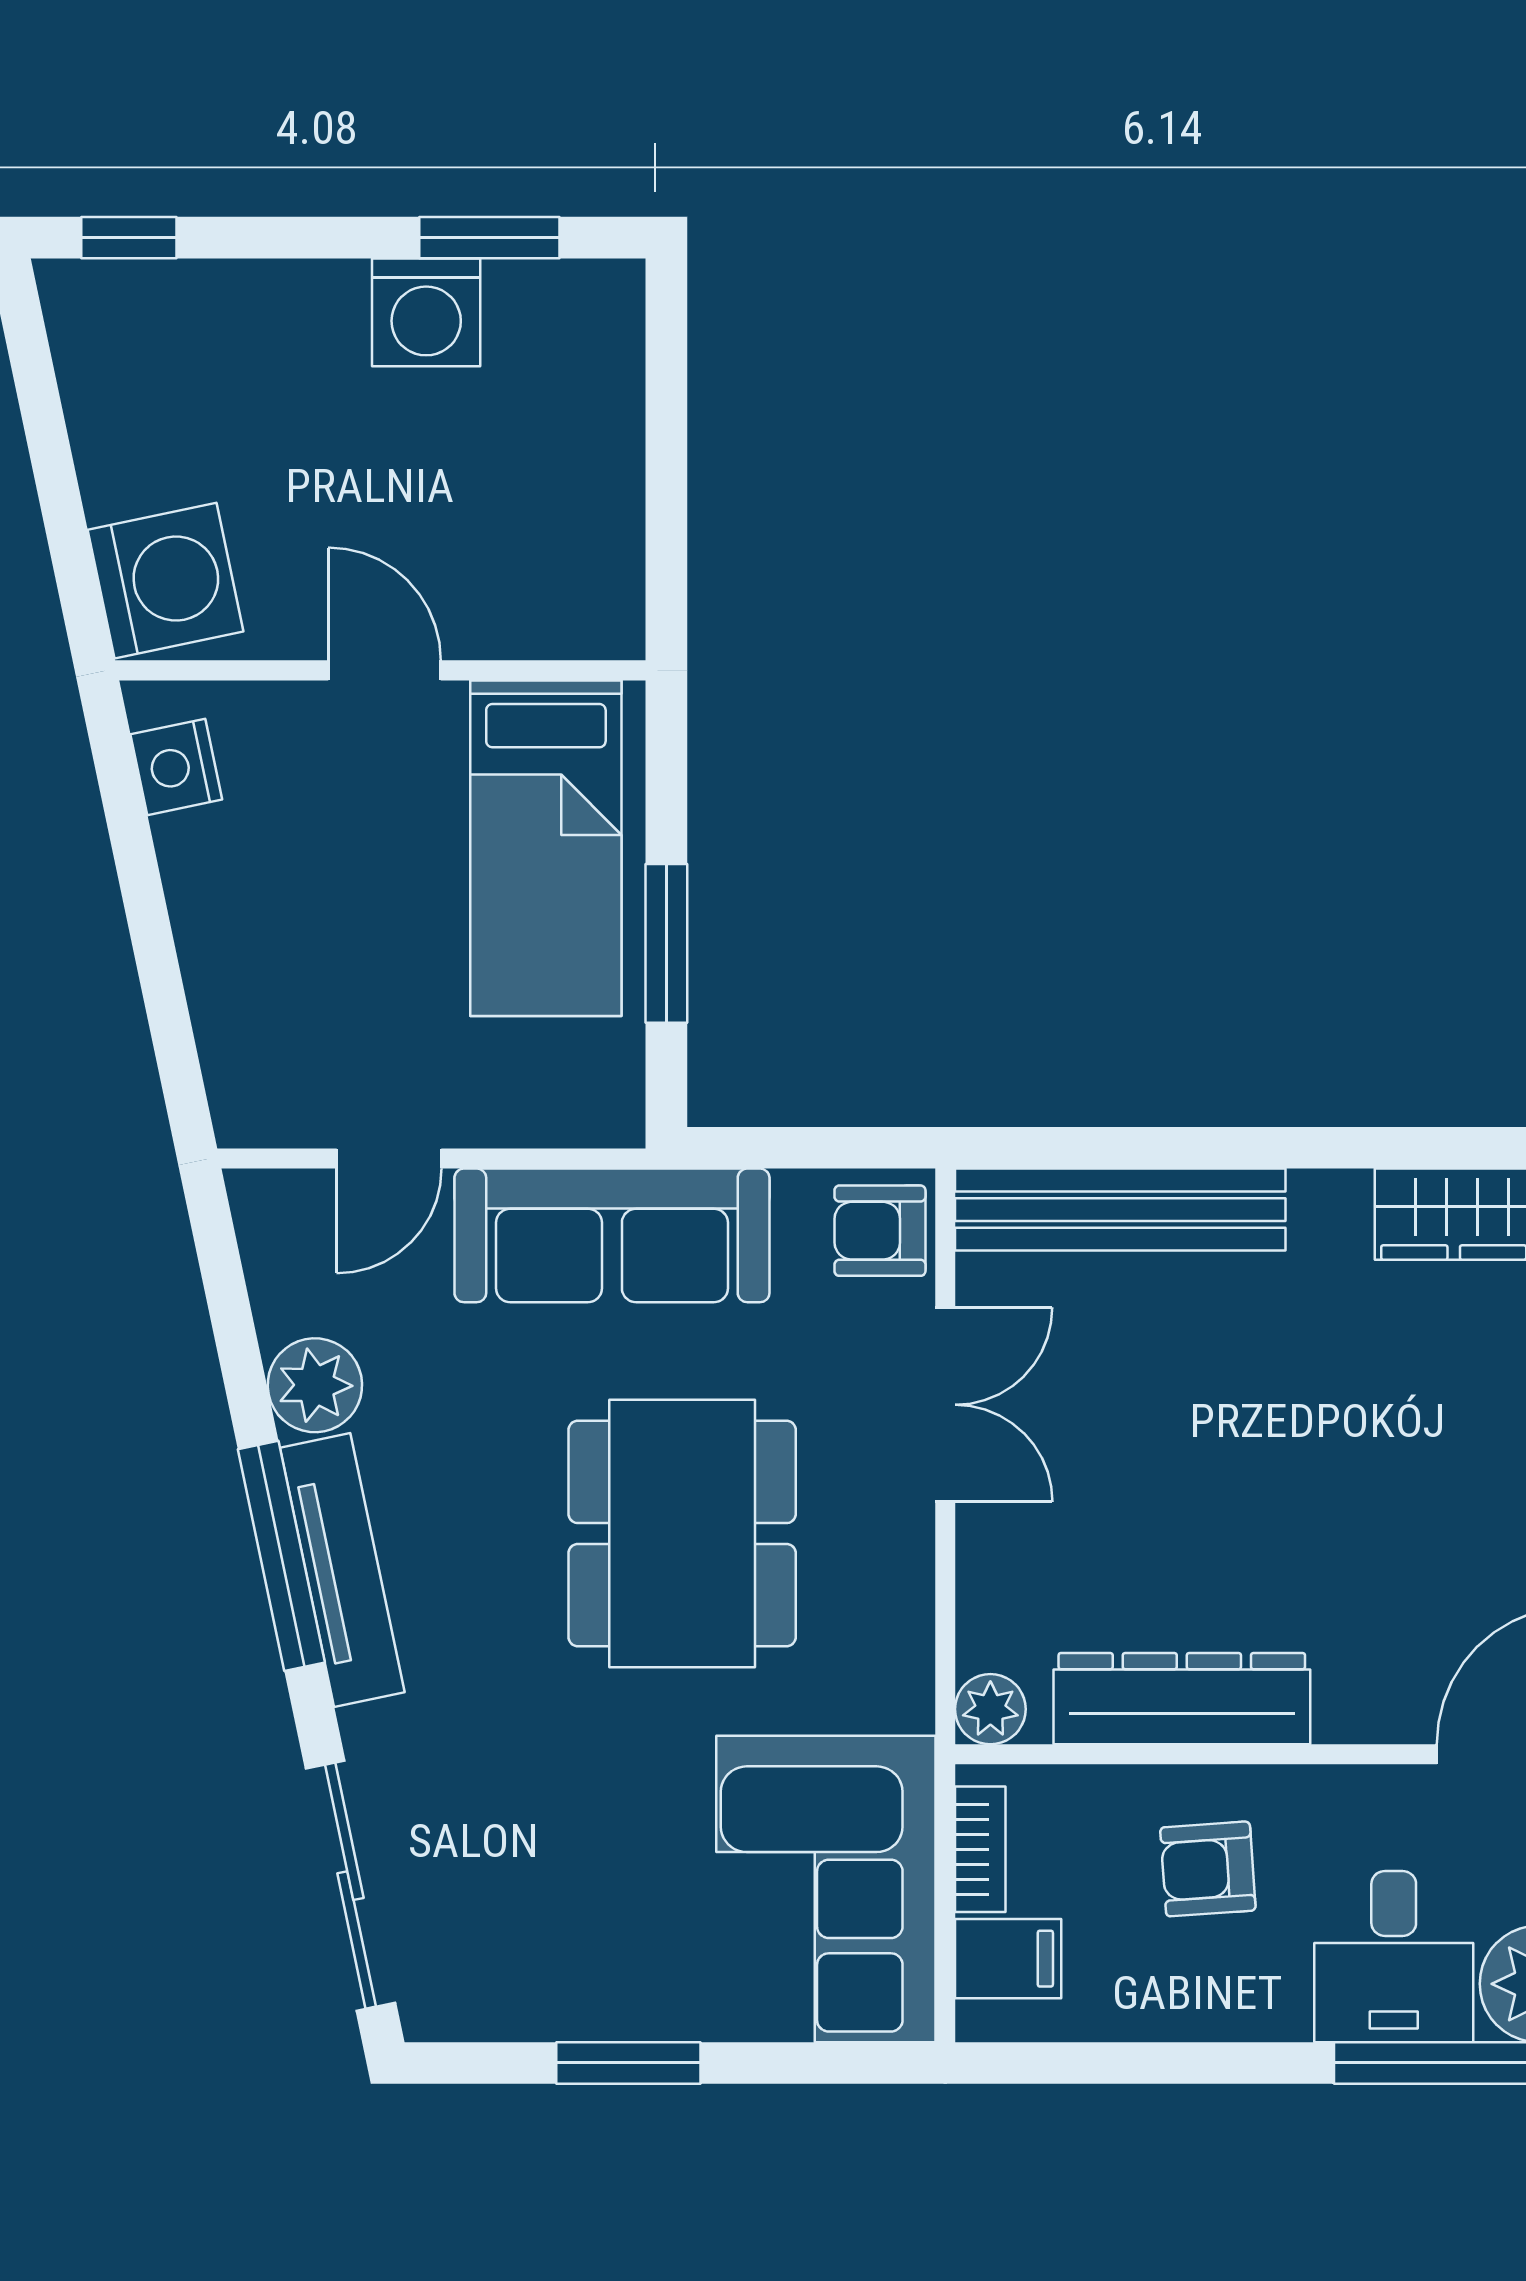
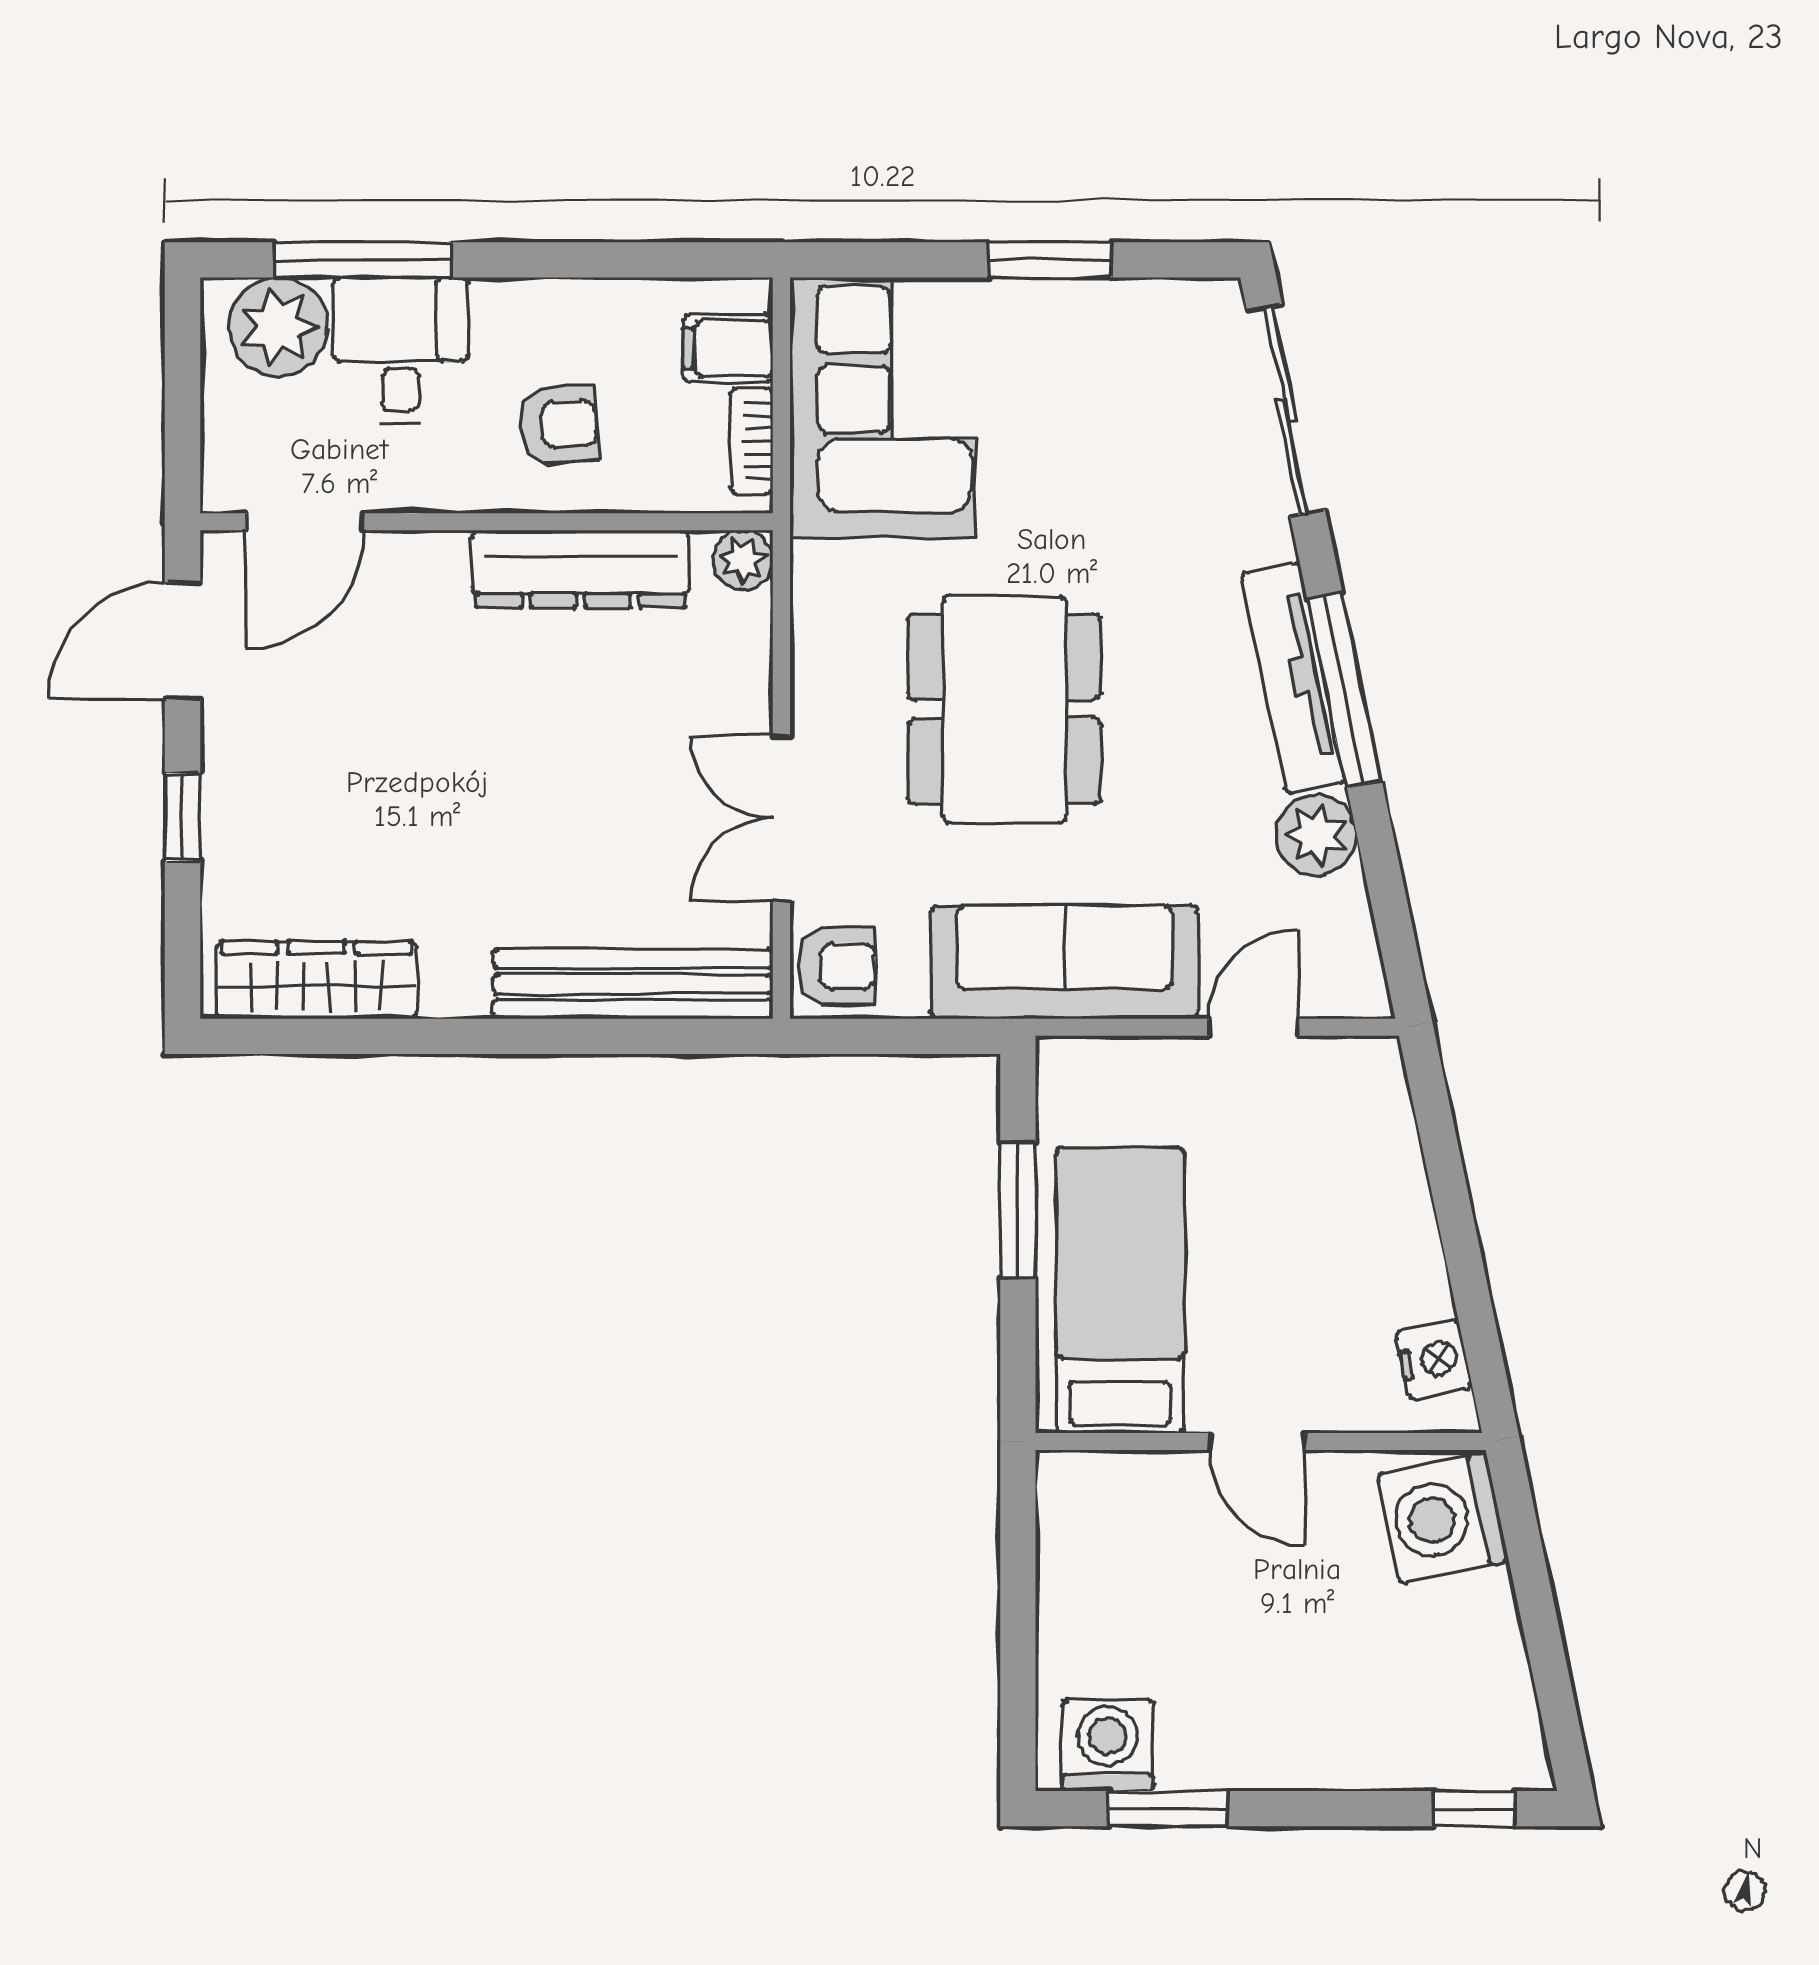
washing machine: (426, 312) -> (1107, 1745), moved

